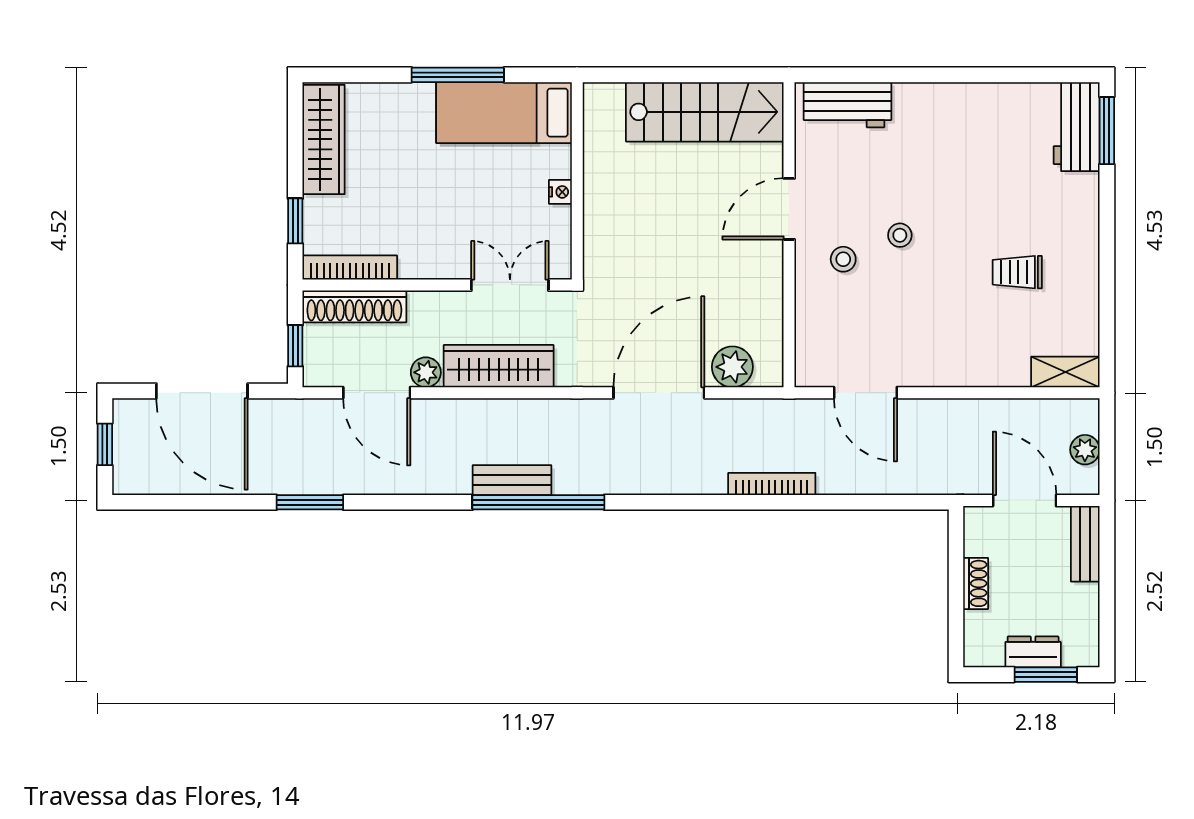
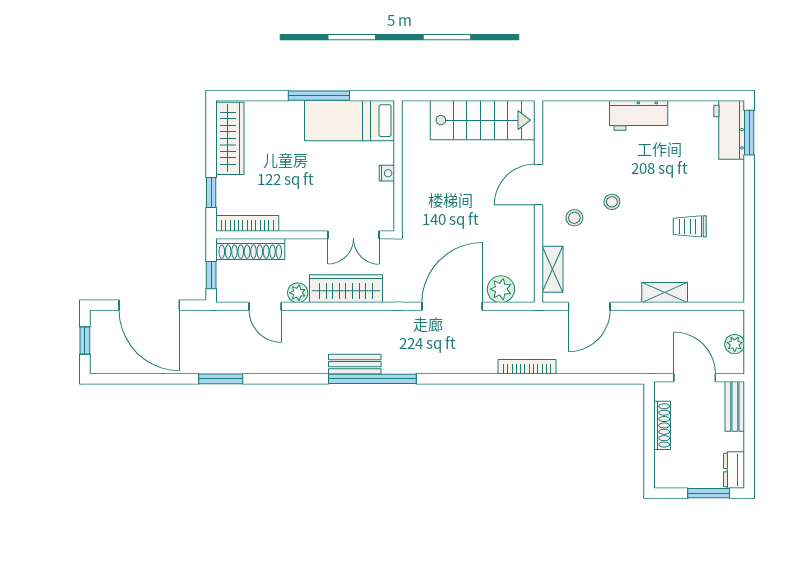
workbench: (847, 105) -> (639, 115), moved
double door: (510, 285) -> (353, 235), swing flipped
shelving: (810, 337) -> (552, 269), added
shelving: (1065, 372) -> (665, 293), moved
door: (377, 393) -> (265, 306), width x0.73
door: (865, 393) -> (589, 306), hinge flipped
shoe rack: (976, 583) -> (662, 425), width x1.43
dresser: (1033, 652) -> (734, 470), moved, turned -90

